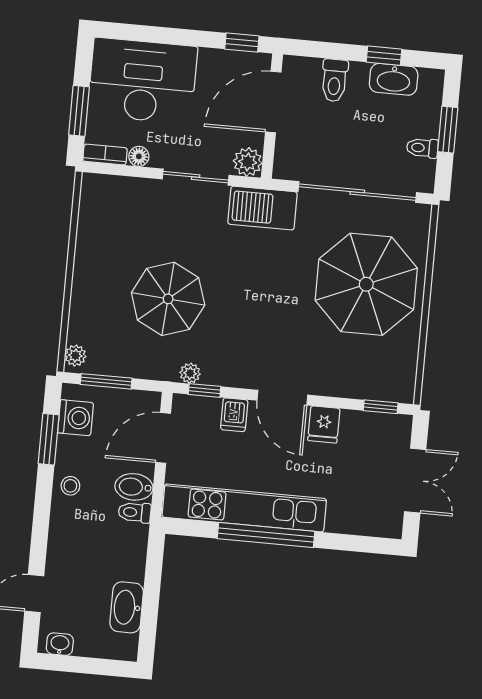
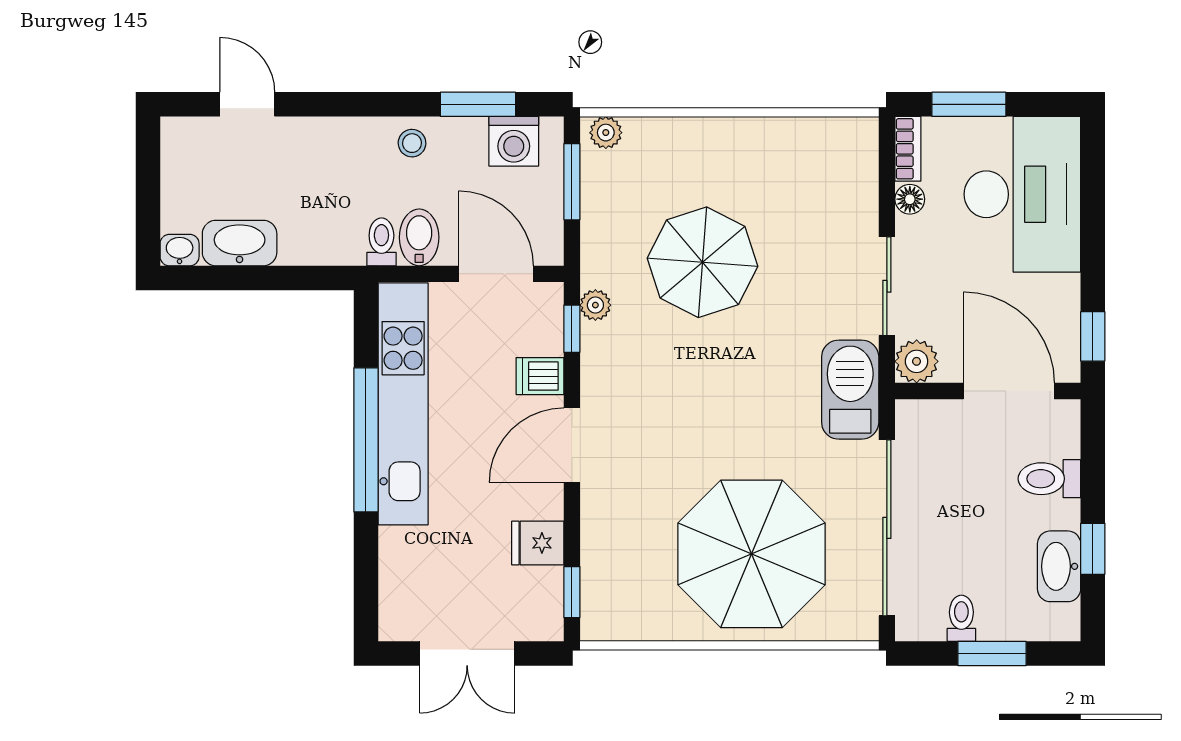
fridge: (324, 424) -> (538, 543), moved
washbasin: (60, 644) -> (180, 250), moved, turned -90

